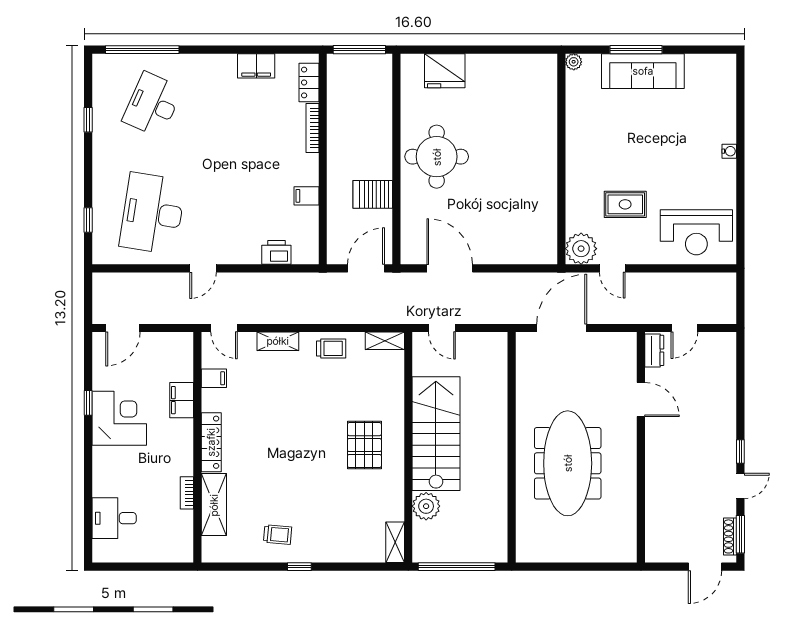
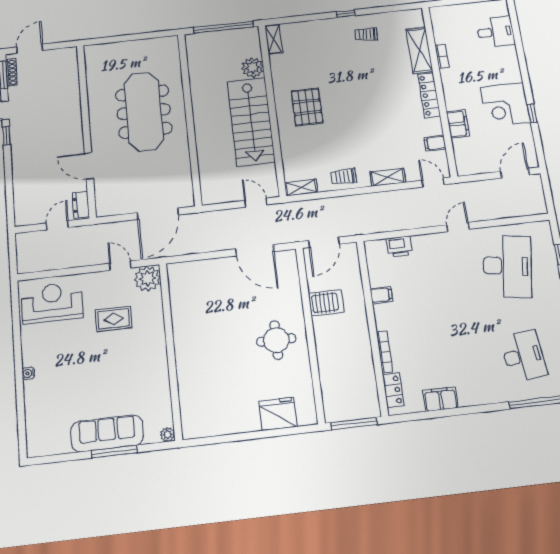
desk: (153, 105) -> (523, 356), turned -30
round table: (437, 157) -> (276, 340), width x0.73, depth x0.73

